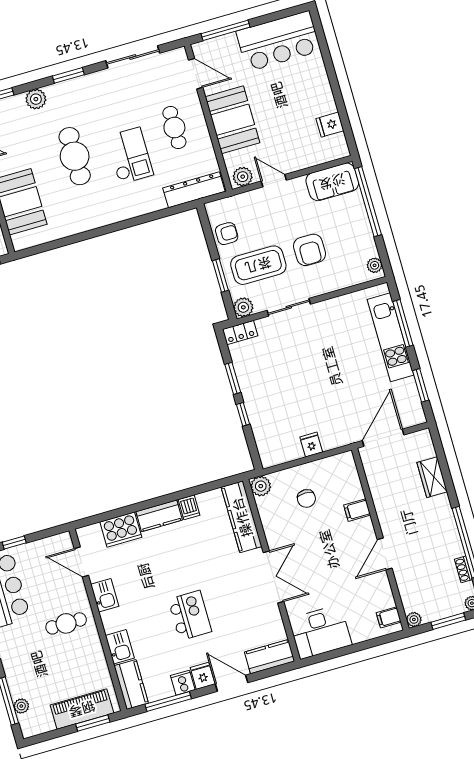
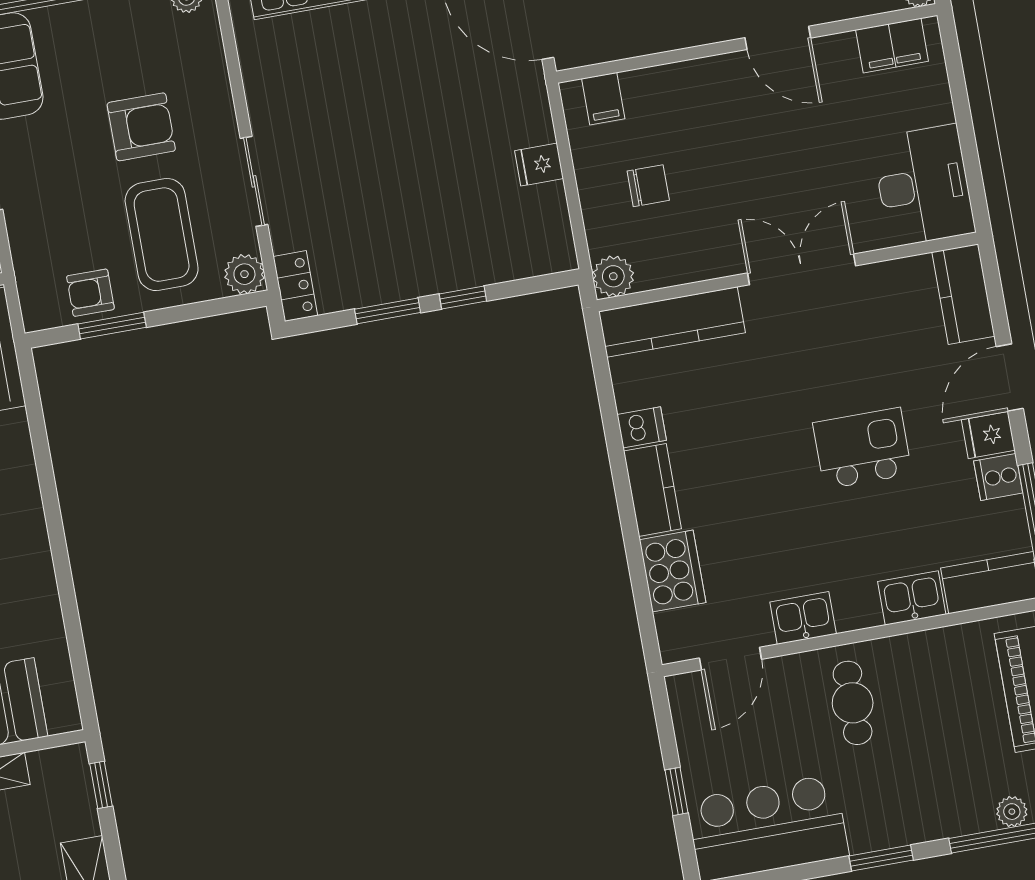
armchair: (227, 234) -> (90, 293), turned -90
window: (220, 276) -> (112, 326), moved
filing cabinet: (357, 510) -> (603, 99), moved
filing cabinet: (389, 617) -> (892, 46), width x2.00

